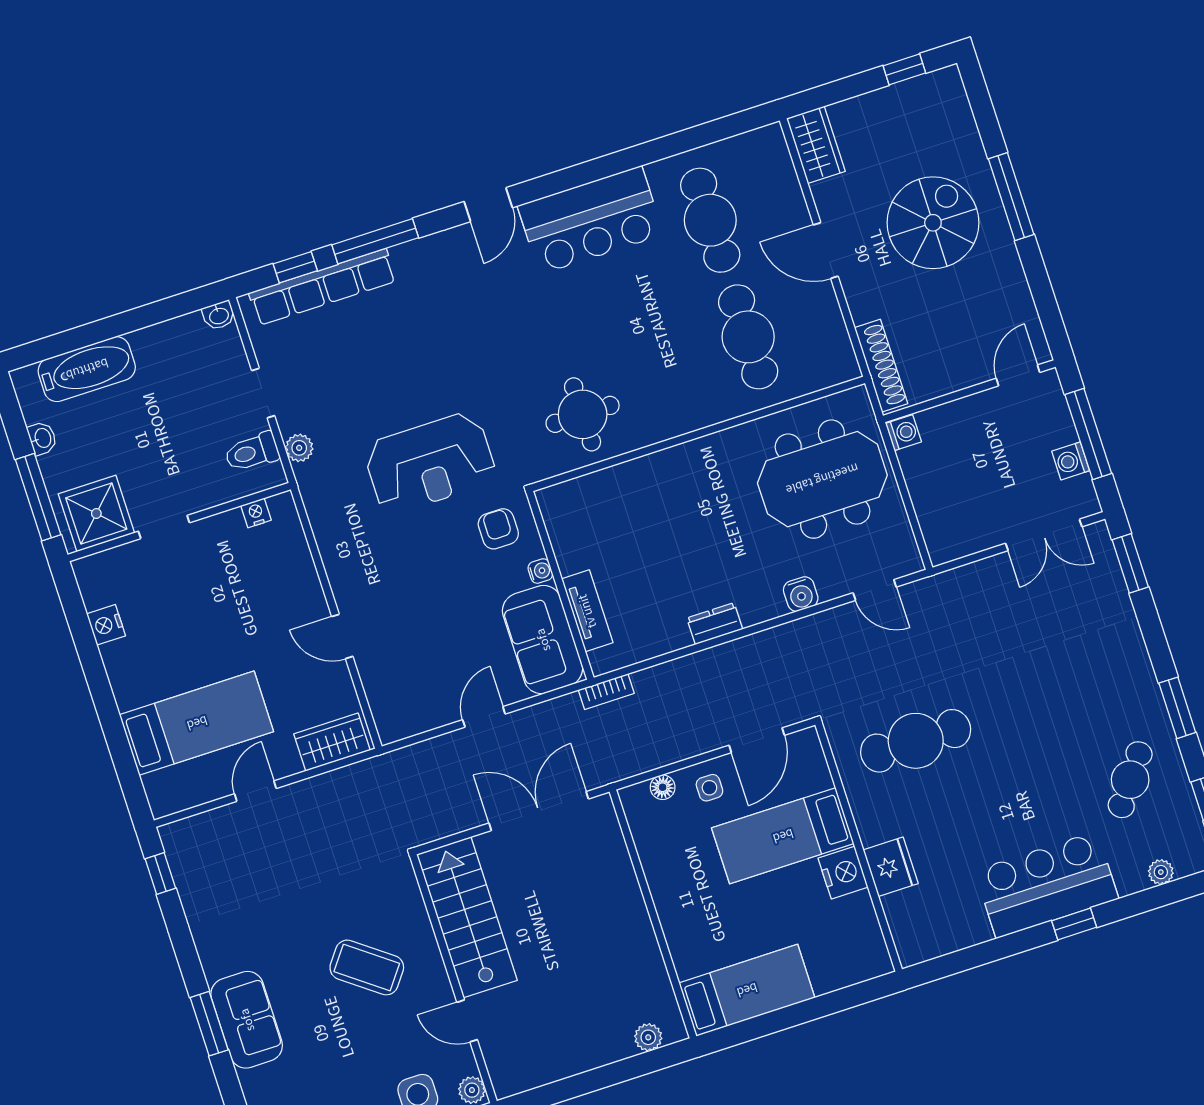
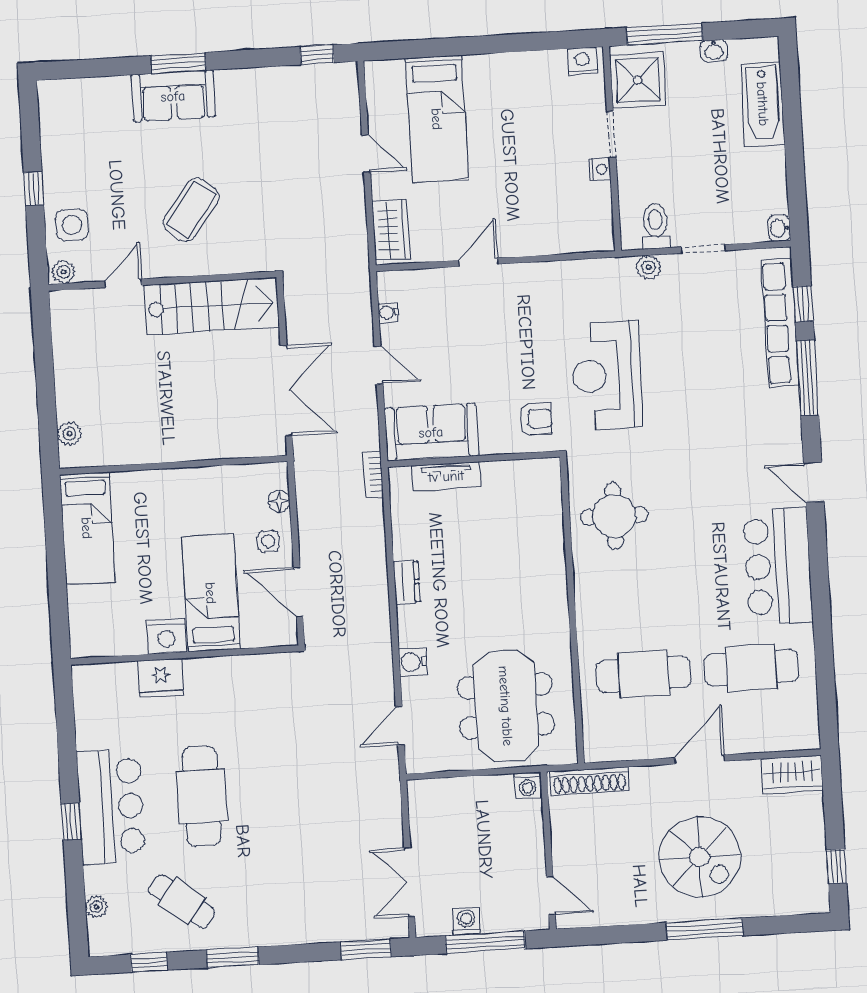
nightstand: (256, 513) -> (600, 169), moved
water cooler: (540, 571) -> (388, 313), moved, turned 90
nightstand: (106, 625) -> (582, 61), moved
cafe table: (916, 741) -> (202, 796), moved

